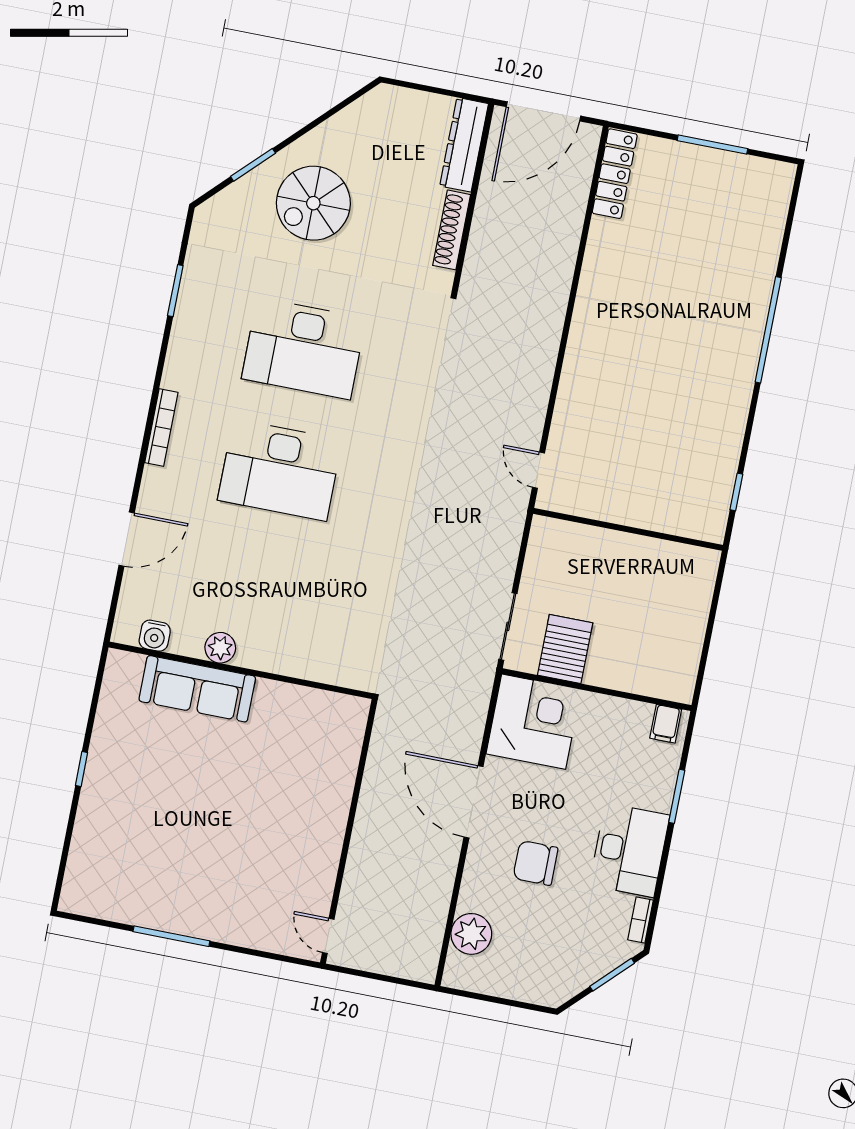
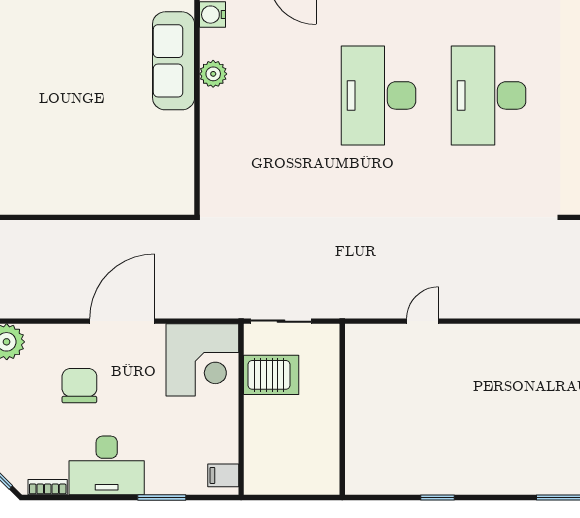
wall: (628, 529) -> (342, 409), moved

